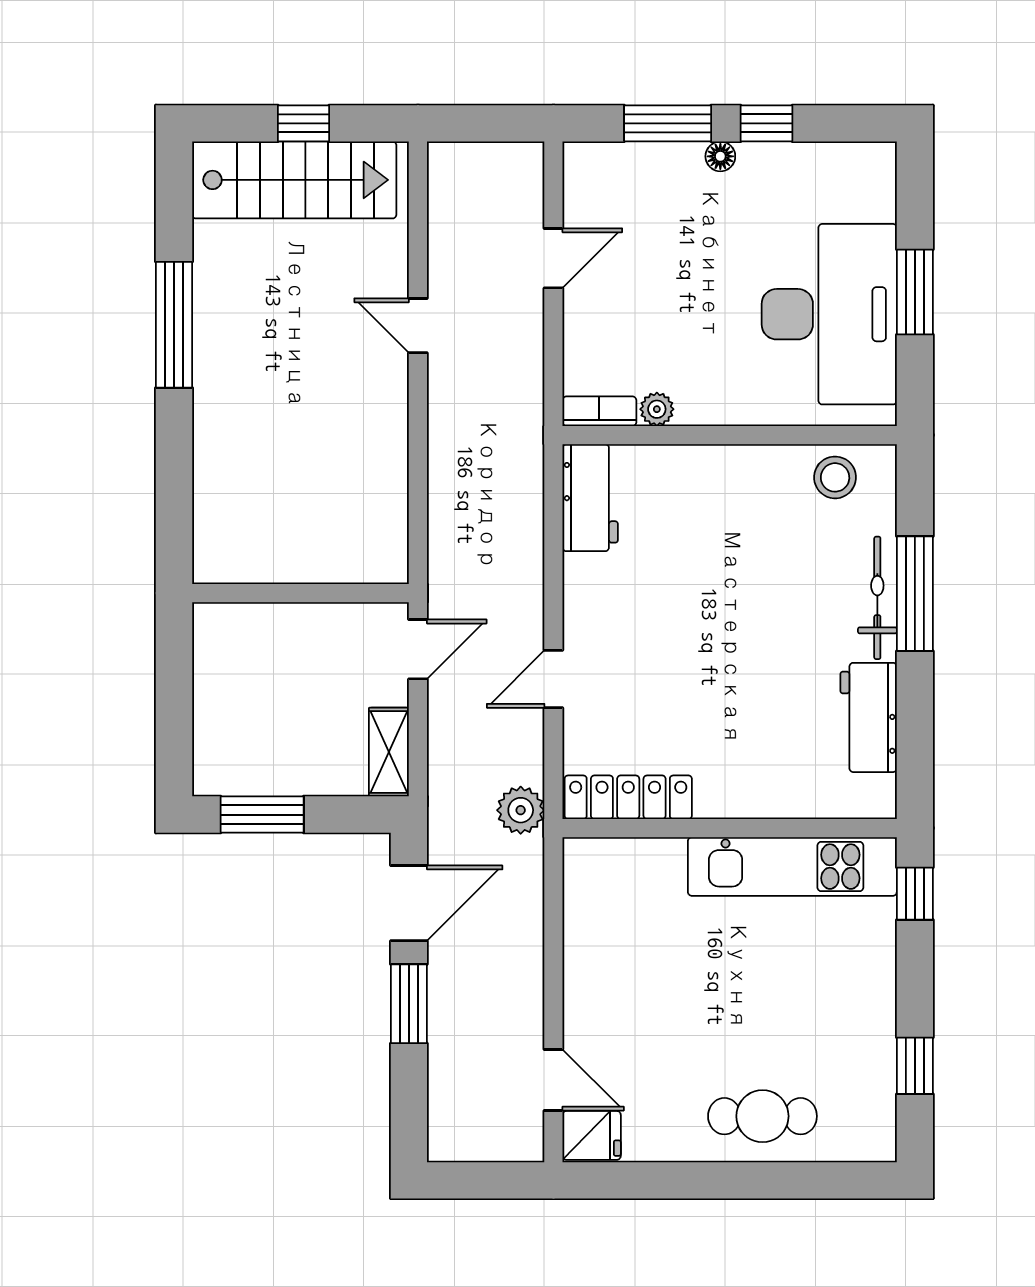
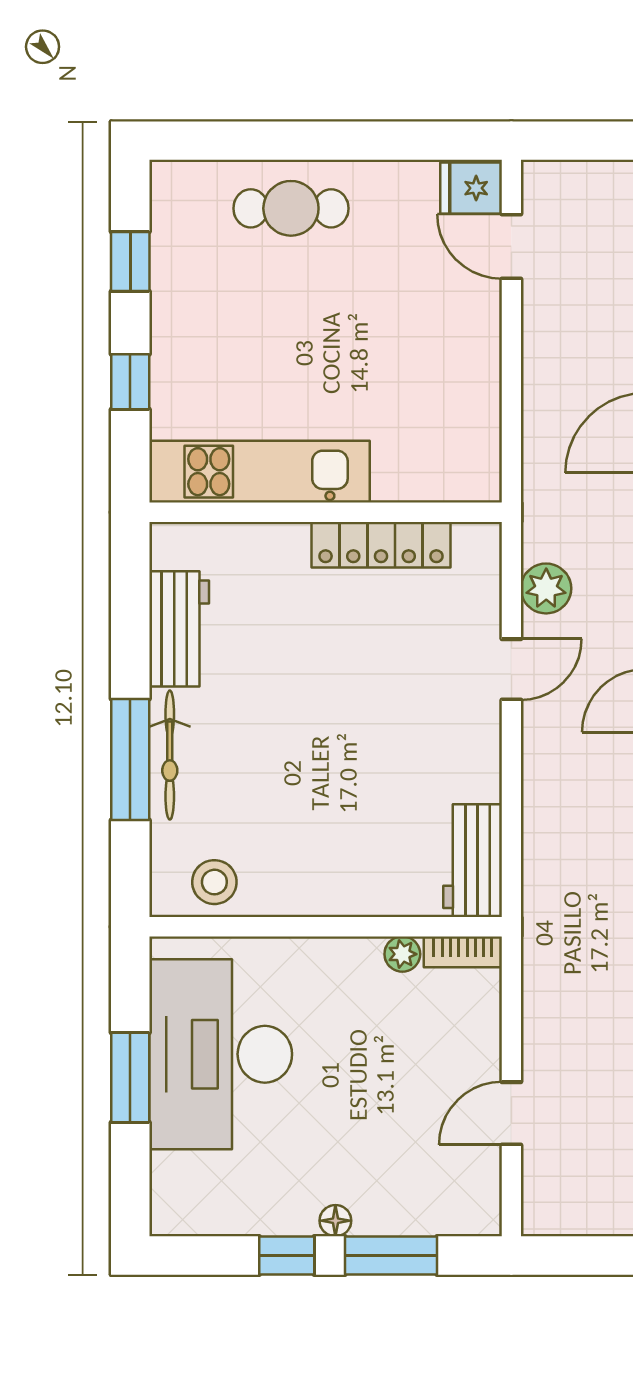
locker: (628, 797) -> (381, 545), moved
plant: (521, 810) -> (546, 588), moved
window: (915, 894) -> (130, 382), moved

